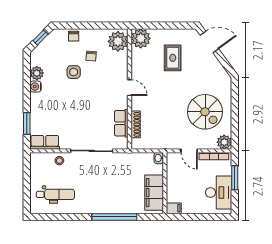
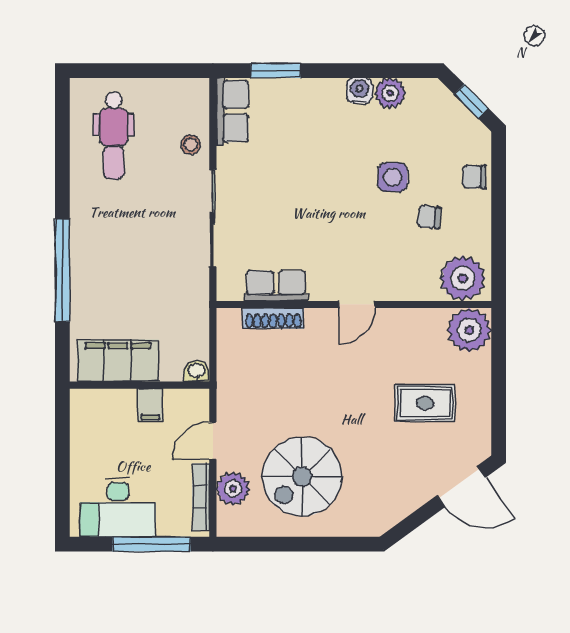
door: (209, 42) -> (461, 487), hinge flipped
plant: (224, 142) -> (233, 489), moved
window: (235, 178) -> (152, 544), width x1.44
filing cabinet: (174, 208) -> (150, 405), moved

